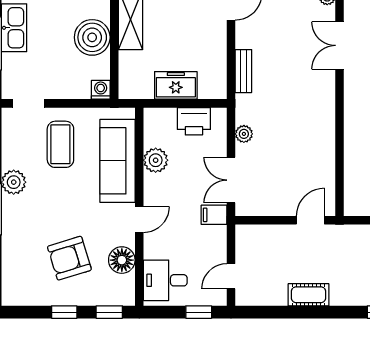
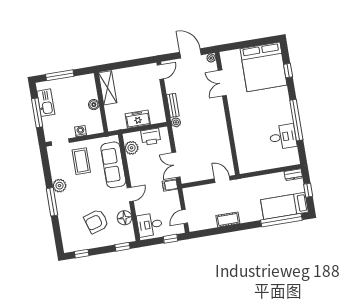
boiler: (92, 37) -> (94, 105), width x0.54, depth x0.54
washing machine: (101, 90) -> (81, 131), moved
plant: (244, 134) -> (176, 122), moved
plant: (156, 160) -> (132, 148), moved
door: (310, 220) -> (222, 179), hinge flipped
window: (64, 312) -> (82, 254), moved

